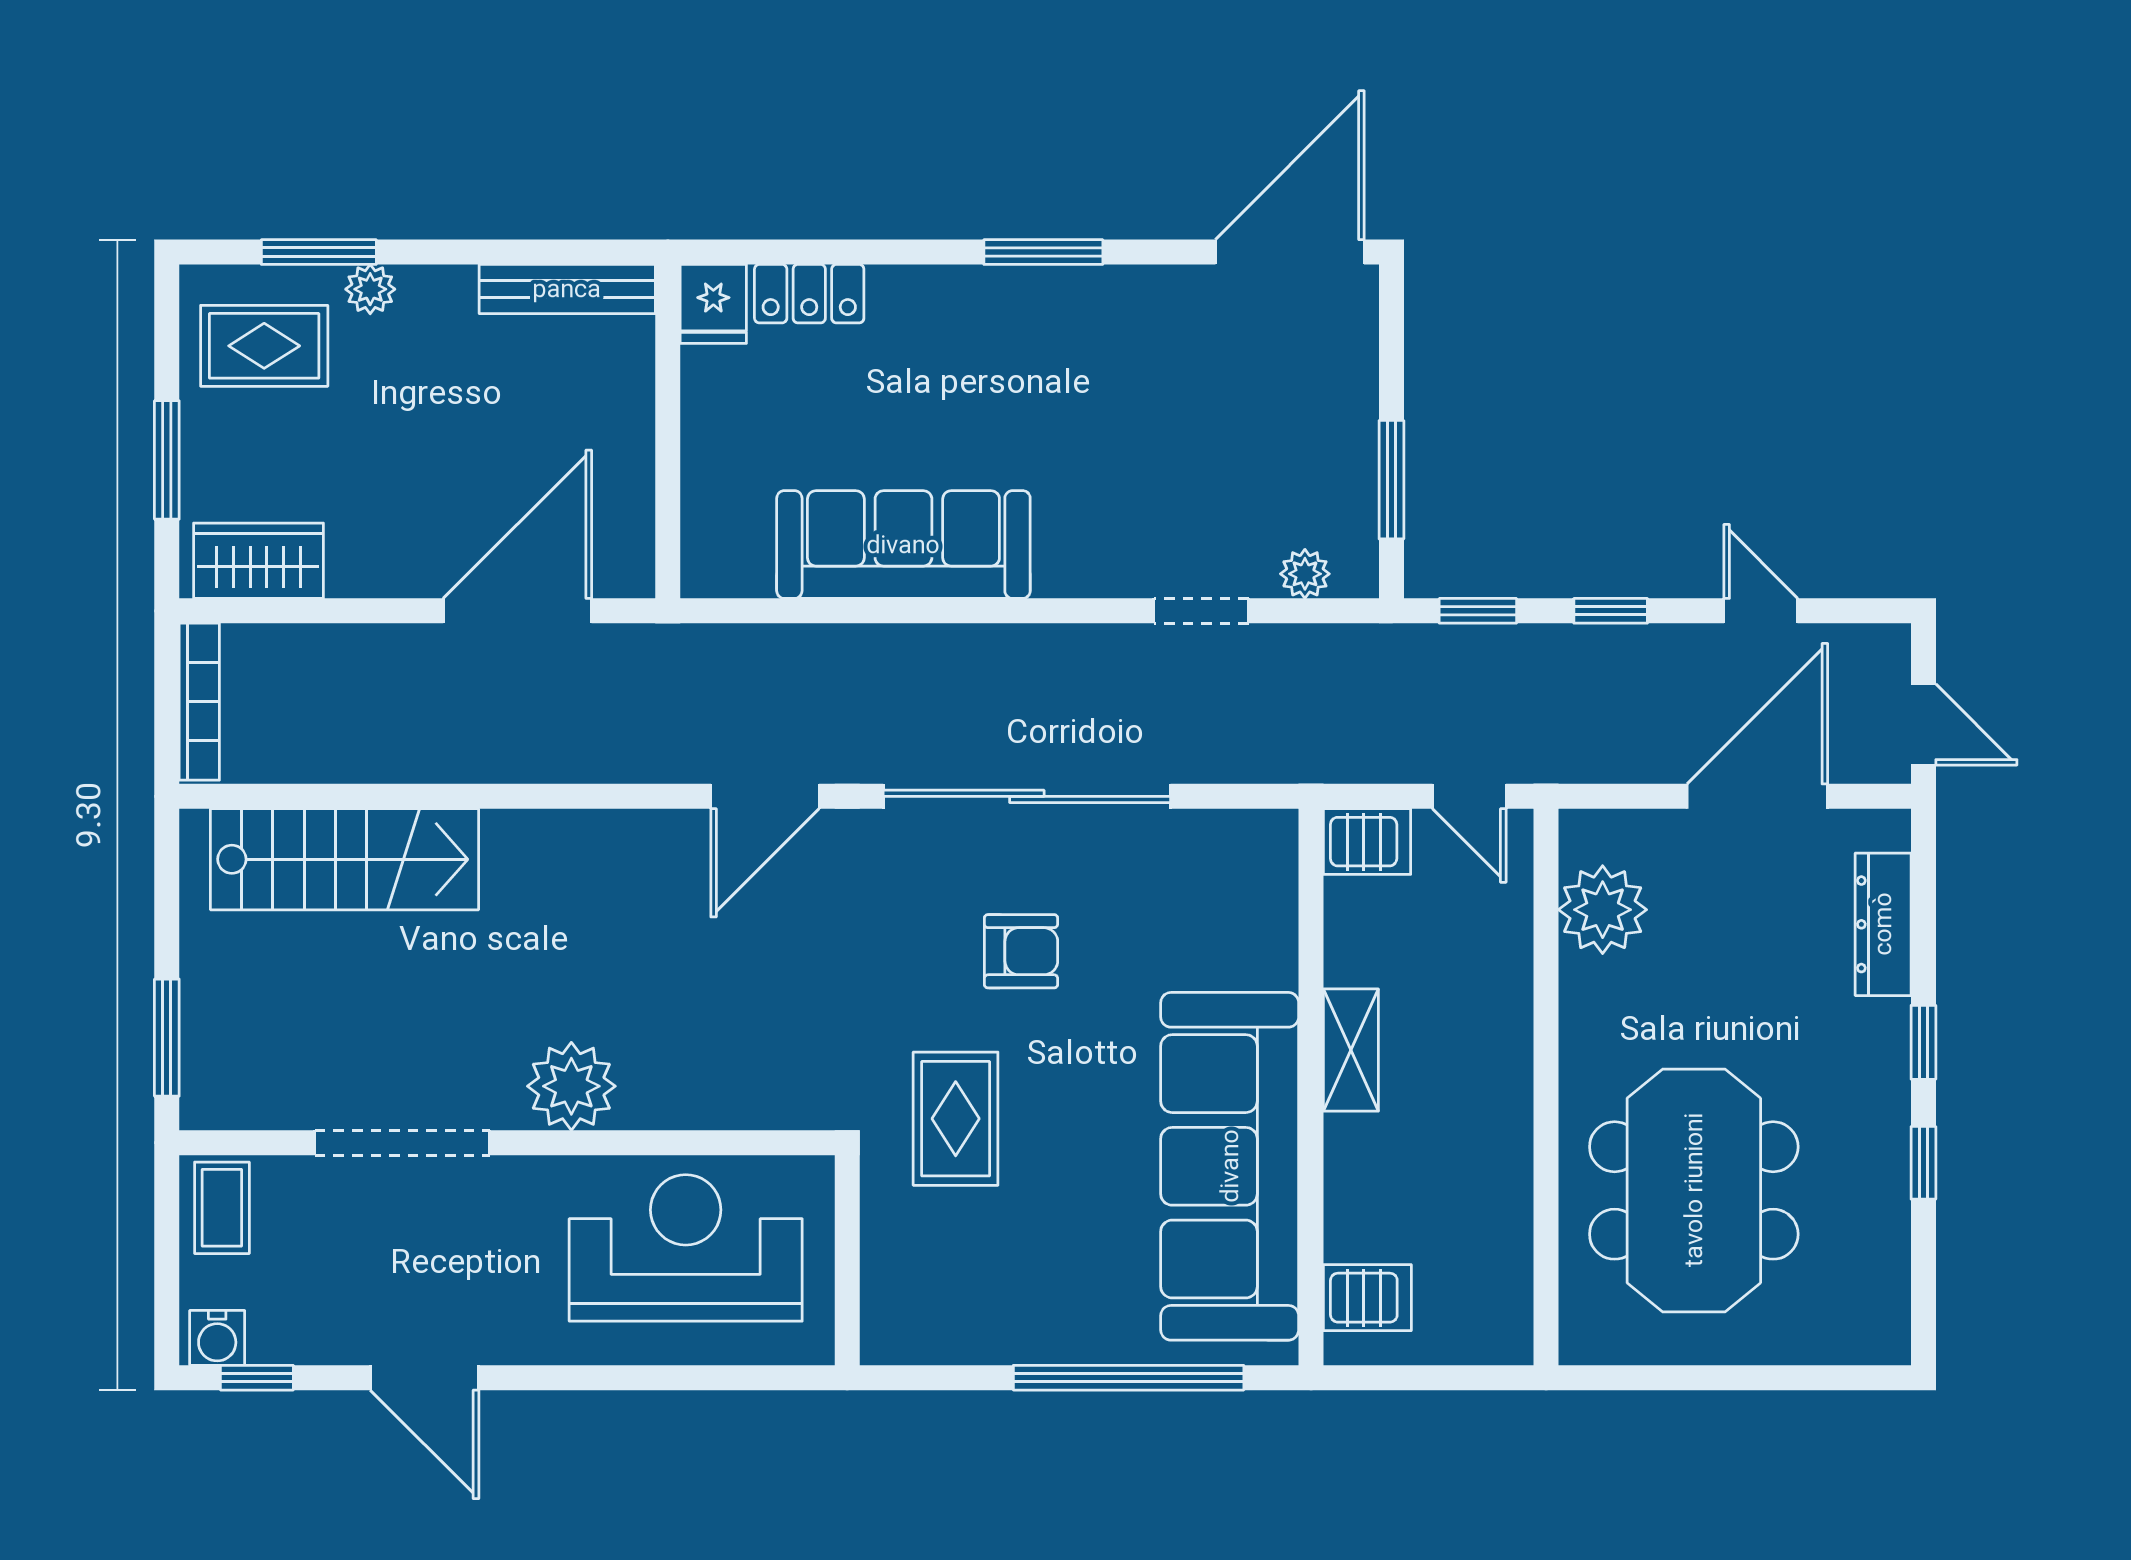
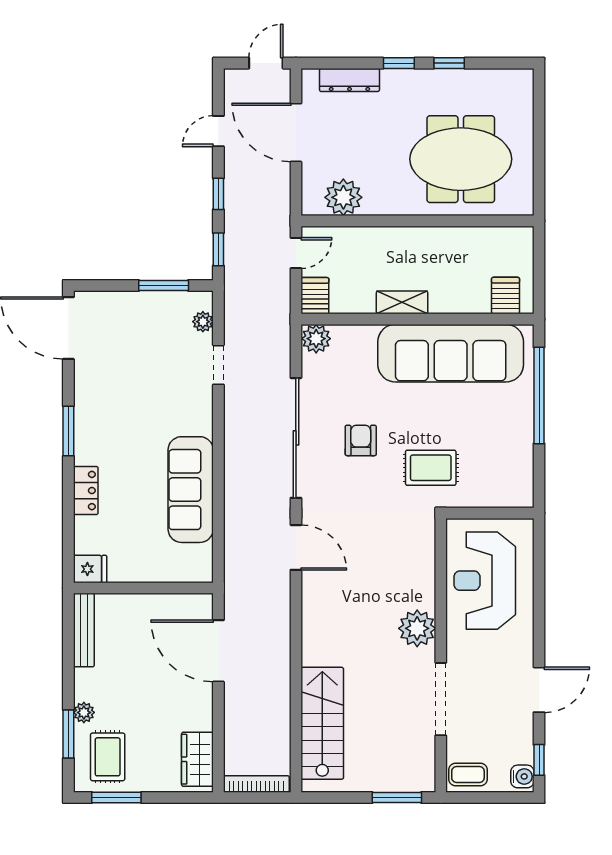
locker: (809, 294) -> (86, 491), moved
window: (167, 460) -> (116, 798), moved
plant: (1264, 845) -> (316, 339), added

